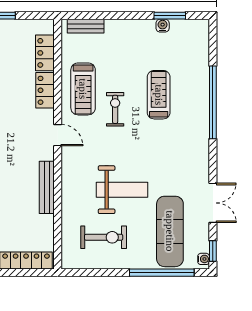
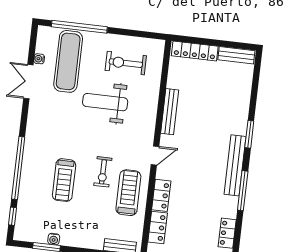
door: (58, 135) -> (155, 155), swing flipped
window: (213, 251) -> (13, 216), moved
water cooler: (204, 259) -> (39, 59), moved

